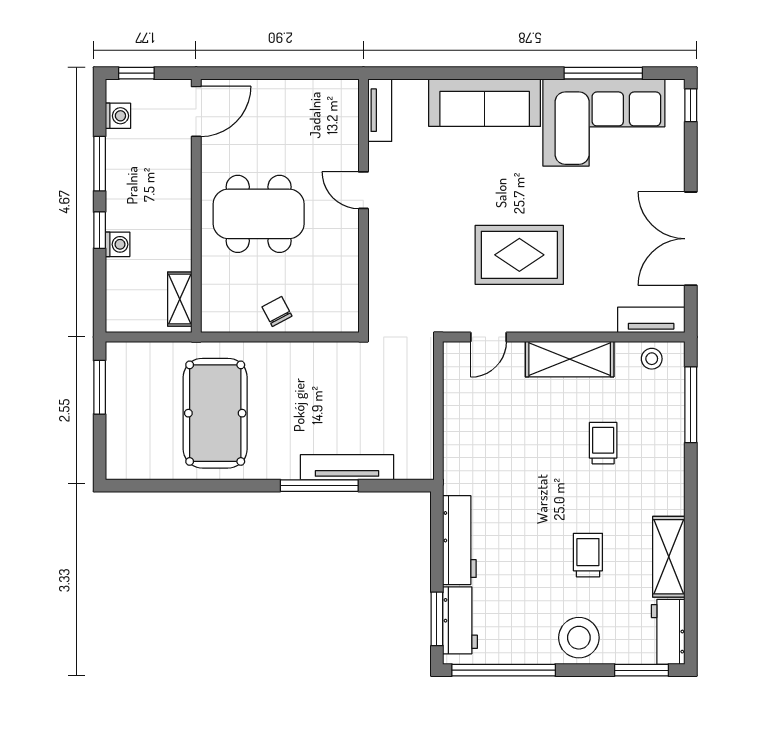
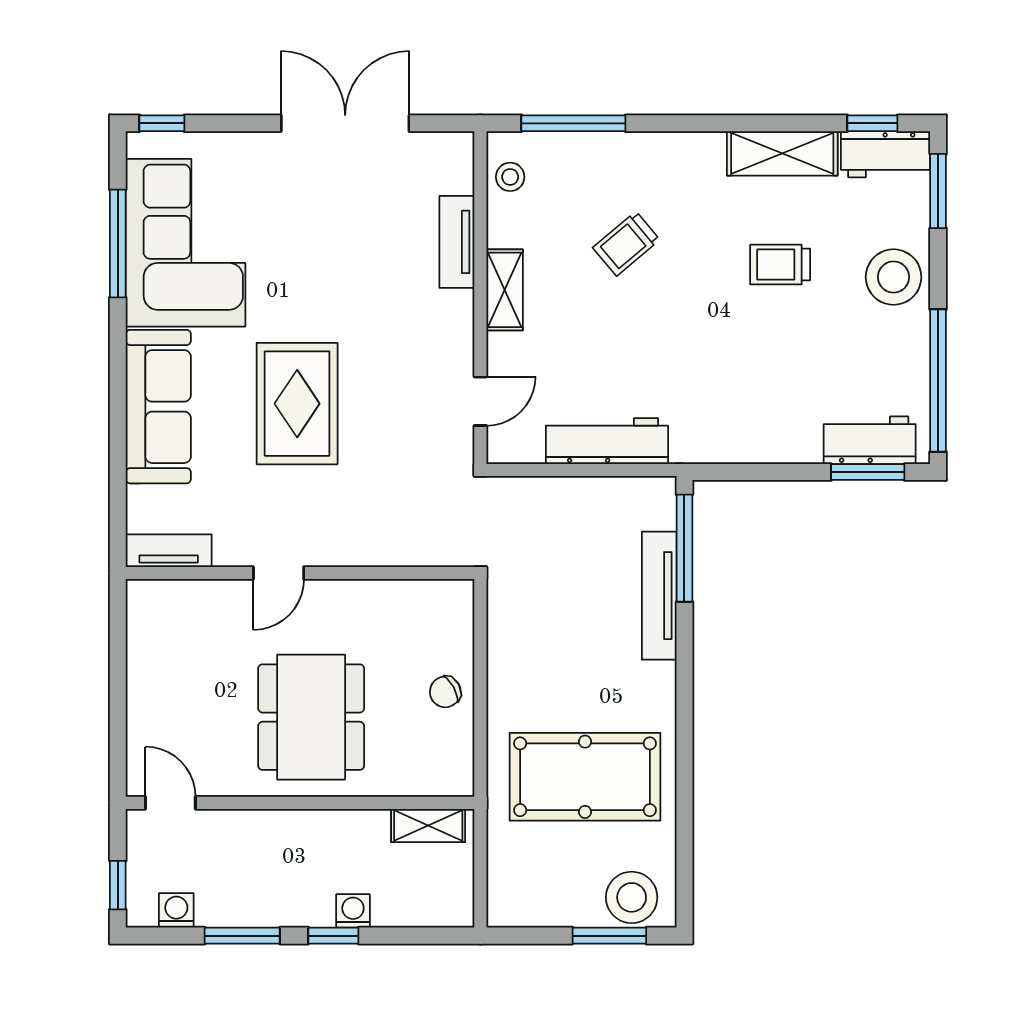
door: (196, 111) -> (170, 803), width x0.73
double door: (691, 239) -> (345, 123), swing flipped
rug: (519, 255) -> (297, 404), moved
tv unit: (651, 320) -> (457, 242), moved
door: (489, 337) -> (480, 401), hinge flipped
shelving: (570, 359) -> (505, 290), width x0.67, depth x0.75
window: (100, 387) -> (609, 936), moved
trolley: (603, 443) -> (626, 244), turned -40
stool: (127, 447) -> (632, 897), added
window: (319, 486) -> (684, 548), moved
workbench: (459, 540) -> (607, 441), moved
window: (691, 622) -> (872, 123), added

